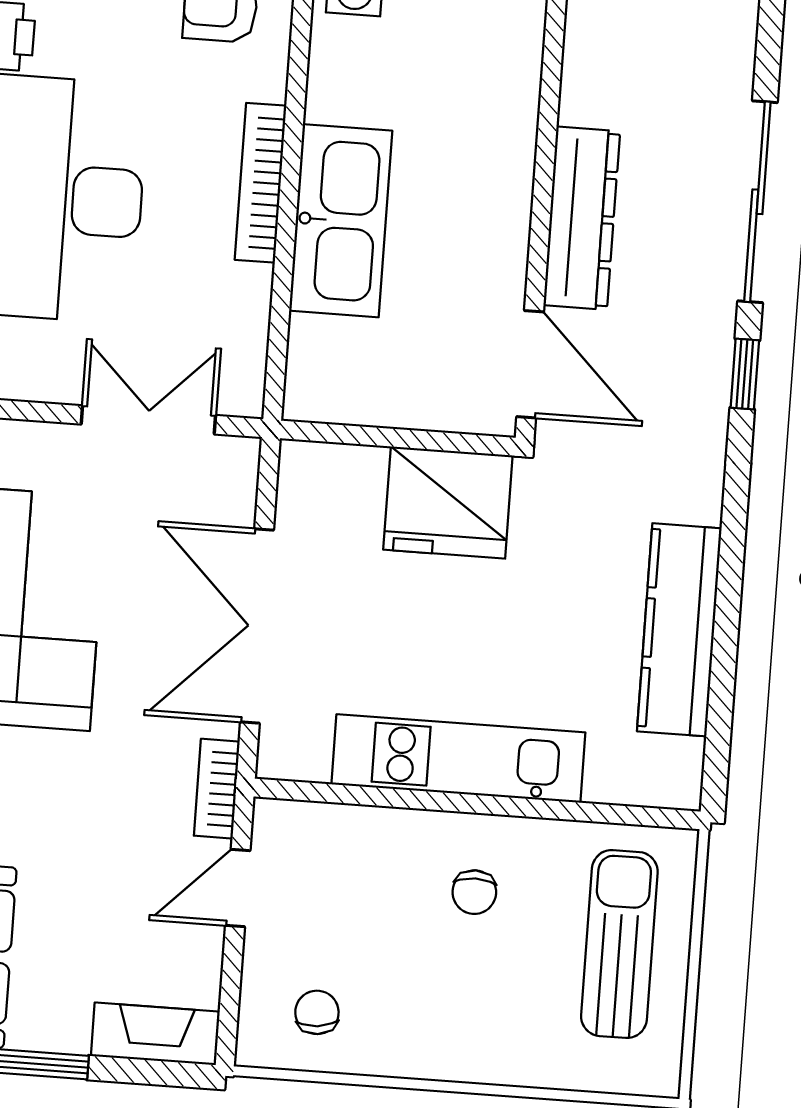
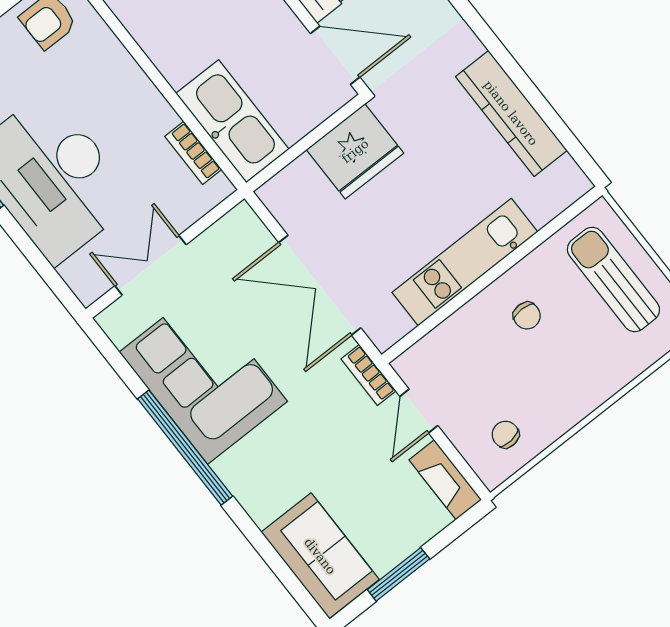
bookcase: (261, 183) -> (193, 153), moved, width x0.64
kitchen sink: (341, 221) -> (232, 121), moved
double door: (148, 420) -> (151, 265), moved
fireplace: (155, 1034) -> (445, 480), moved, turned -90

